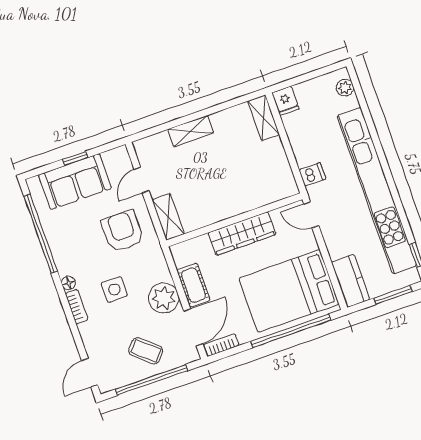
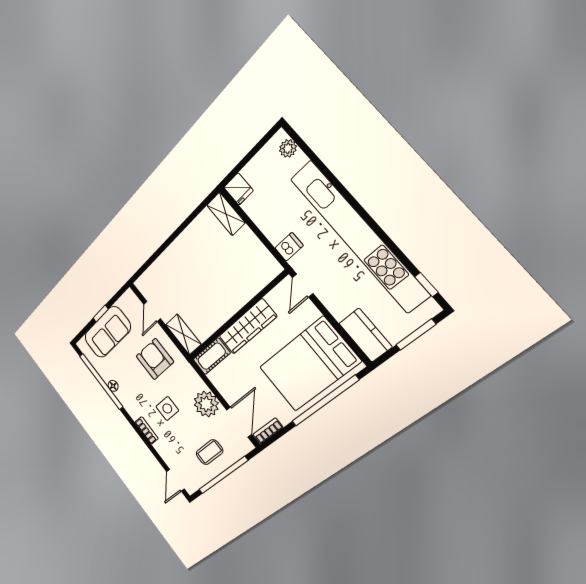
shelving: (191, 131) -> (172, 254), removed
door: (311, 215) -> (303, 286), hinge flipped
floor lamp: (68, 283) -> (113, 386), moved
cot: (193, 285) -> (212, 356), moved, turned 90
coffee table: (146, 351) -> (209, 452), turned -41

